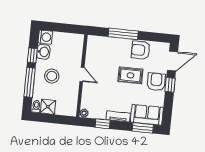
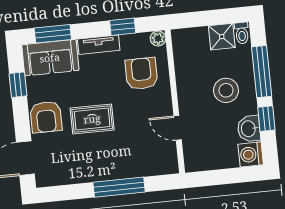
armchair: (141, 50) -> (141, 74), moved, turned -90
door: (82, 74) -> (178, 128), moved
window: (170, 85) -> (18, 85), moved

